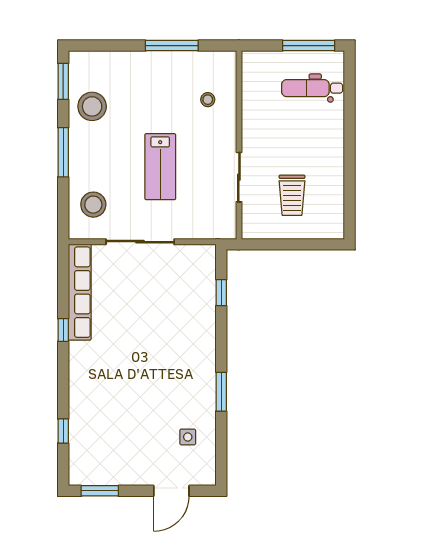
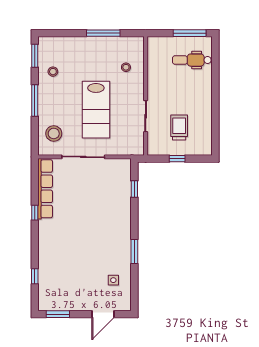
stool: (92, 106) -> (53, 72), width x0.53, depth x0.53
lab bench: (160, 167) -> (96, 110), width x1.36, depth x1.39
trolley: (292, 195) -> (179, 128), turned 180
window: (289, 244) -> (177, 159), added

